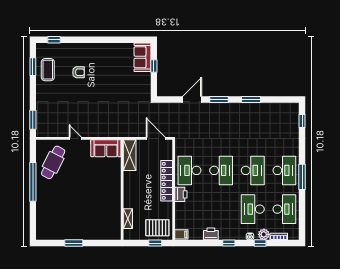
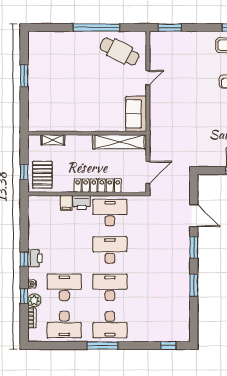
shelving: (130, 155) -> (120, 142), width x1.47
desk: (221, 170) -> (110, 250), turned 180
desk: (253, 170) -> (110, 287), turned 180
filing cabinet: (181, 234) -> (66, 203), moved
printer: (211, 234) -> (35, 258), moved

